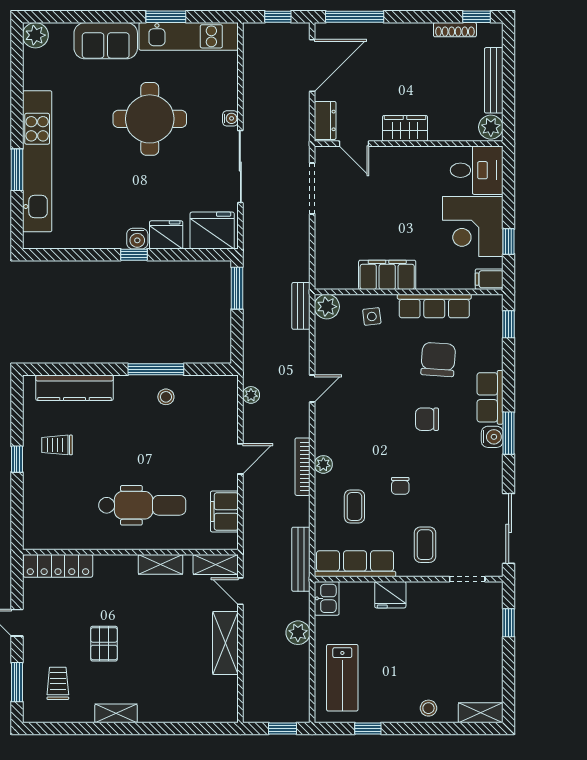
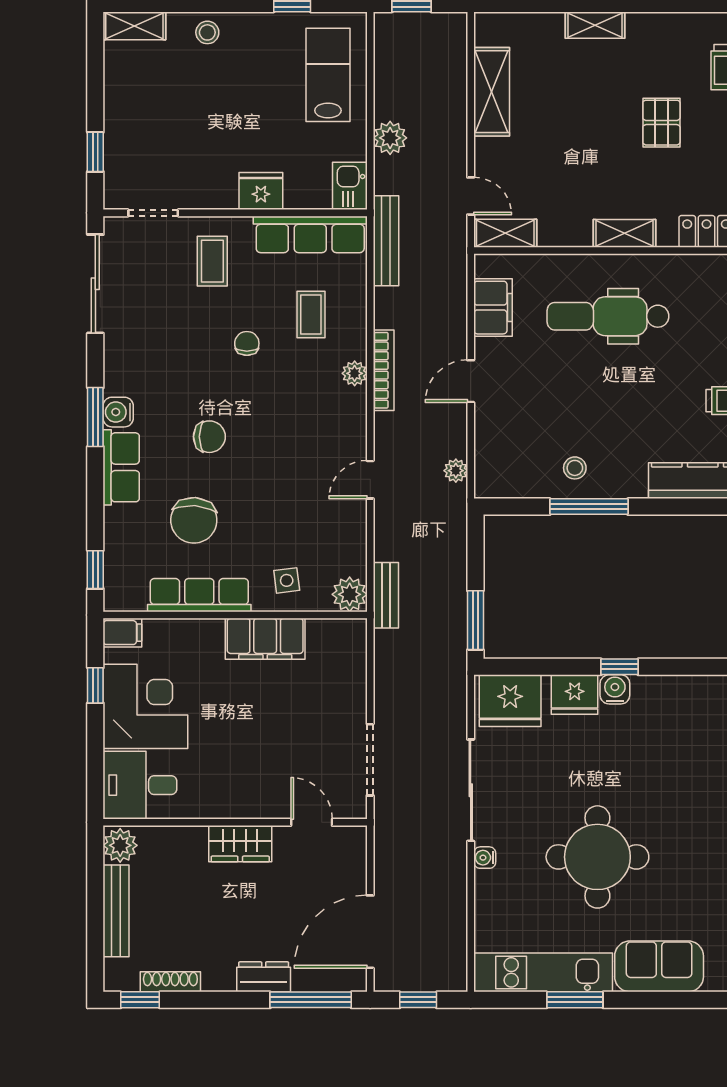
dresser: (325, 120) -> (264, 977), moved, turned 90
shelving: (161, 564) -> (624, 233), moved
shelving: (225, 643) -> (492, 92), moved
shelving: (116, 713) -> (595, 25), moved

